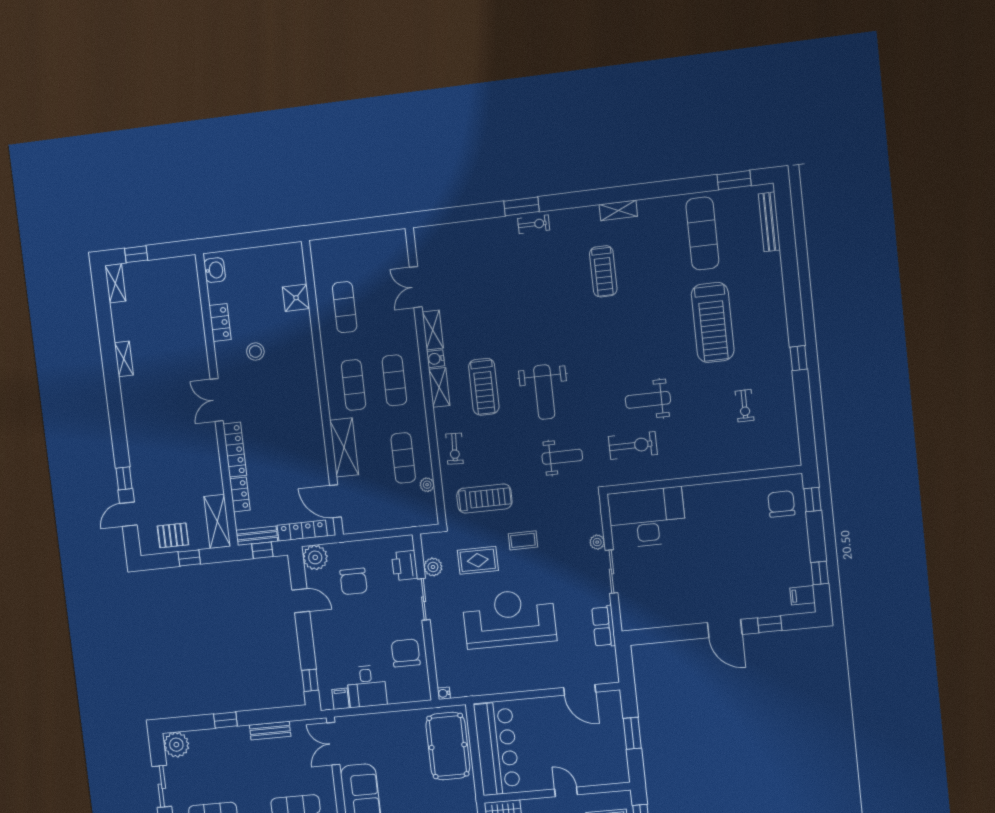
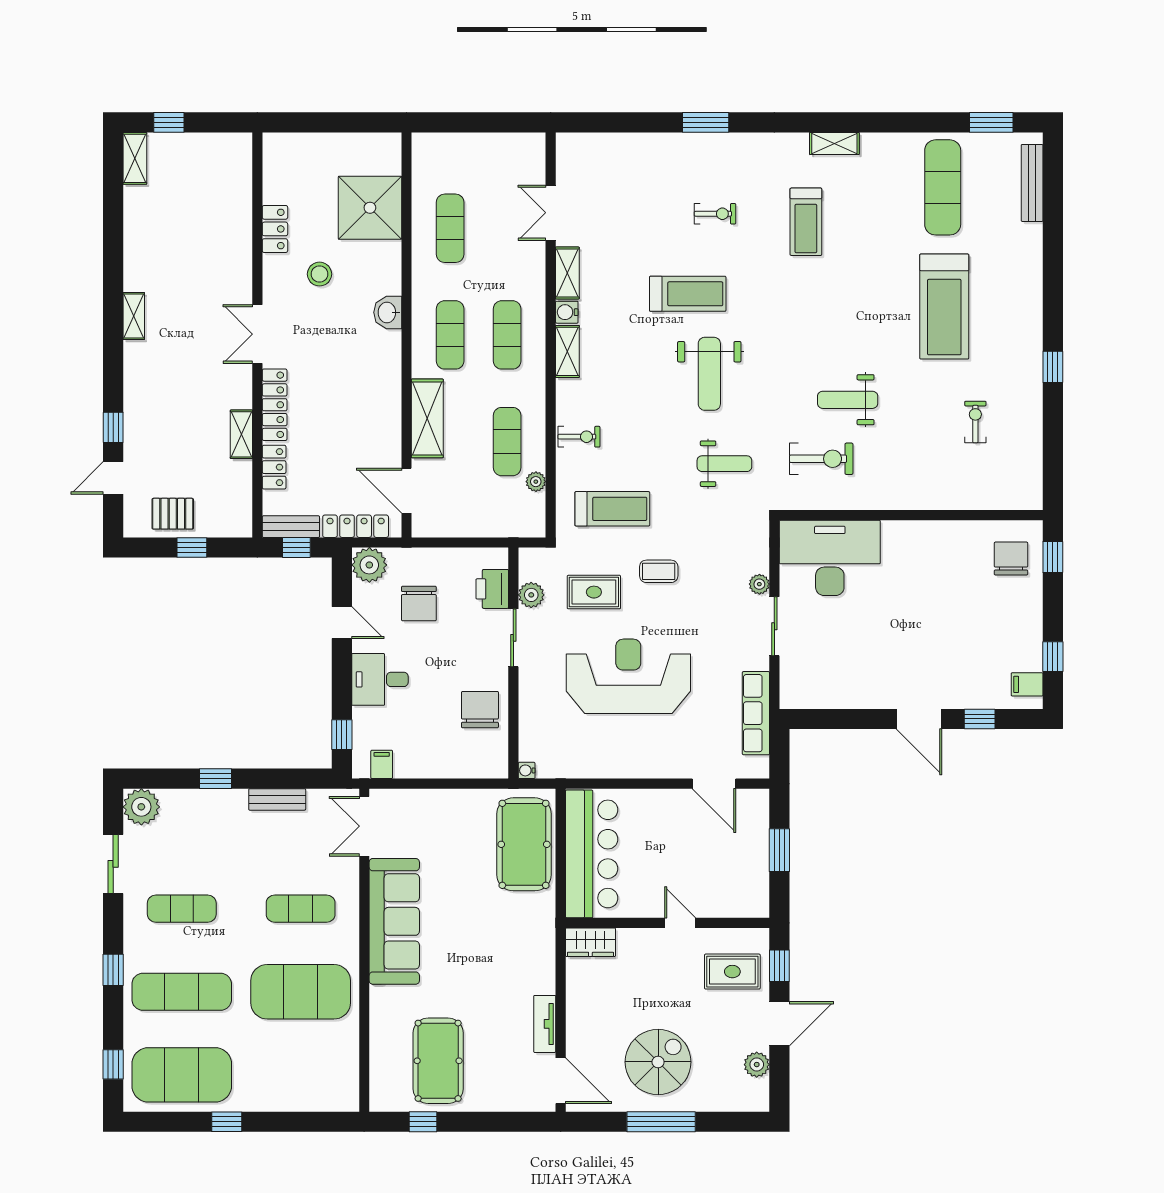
exercise bike: (534, 224) -> (715, 214), moved
washbasin: (215, 270) -> (388, 312), moved, turned 180
shower: (296, 298) -> (370, 208), width x1.86, depth x1.86
shelving: (124, 359) -> (134, 316), moved
treadmill: (484, 387) -> (688, 294), moved, turned -90
exercise bike: (745, 406) -> (975, 422), turned 180
exercise bike: (455, 449) -> (579, 437), turned -93
shelving: (217, 521) -> (241, 434), moved, width x0.67, depth x0.75
row of seats: (604, 626) -> (756, 713), width x1.48
desk: (367, 686) -> (380, 679), moved, turned 90

